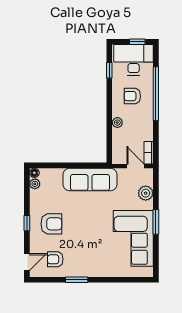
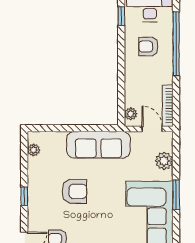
plant: (117, 123) -> (131, 114), moved
bookcase: (149, 153) -> (168, 106), width x1.56
floor lamp: (34, 173) -> (33, 137), removed
armchair: (51, 224) -> (74, 191), moved

